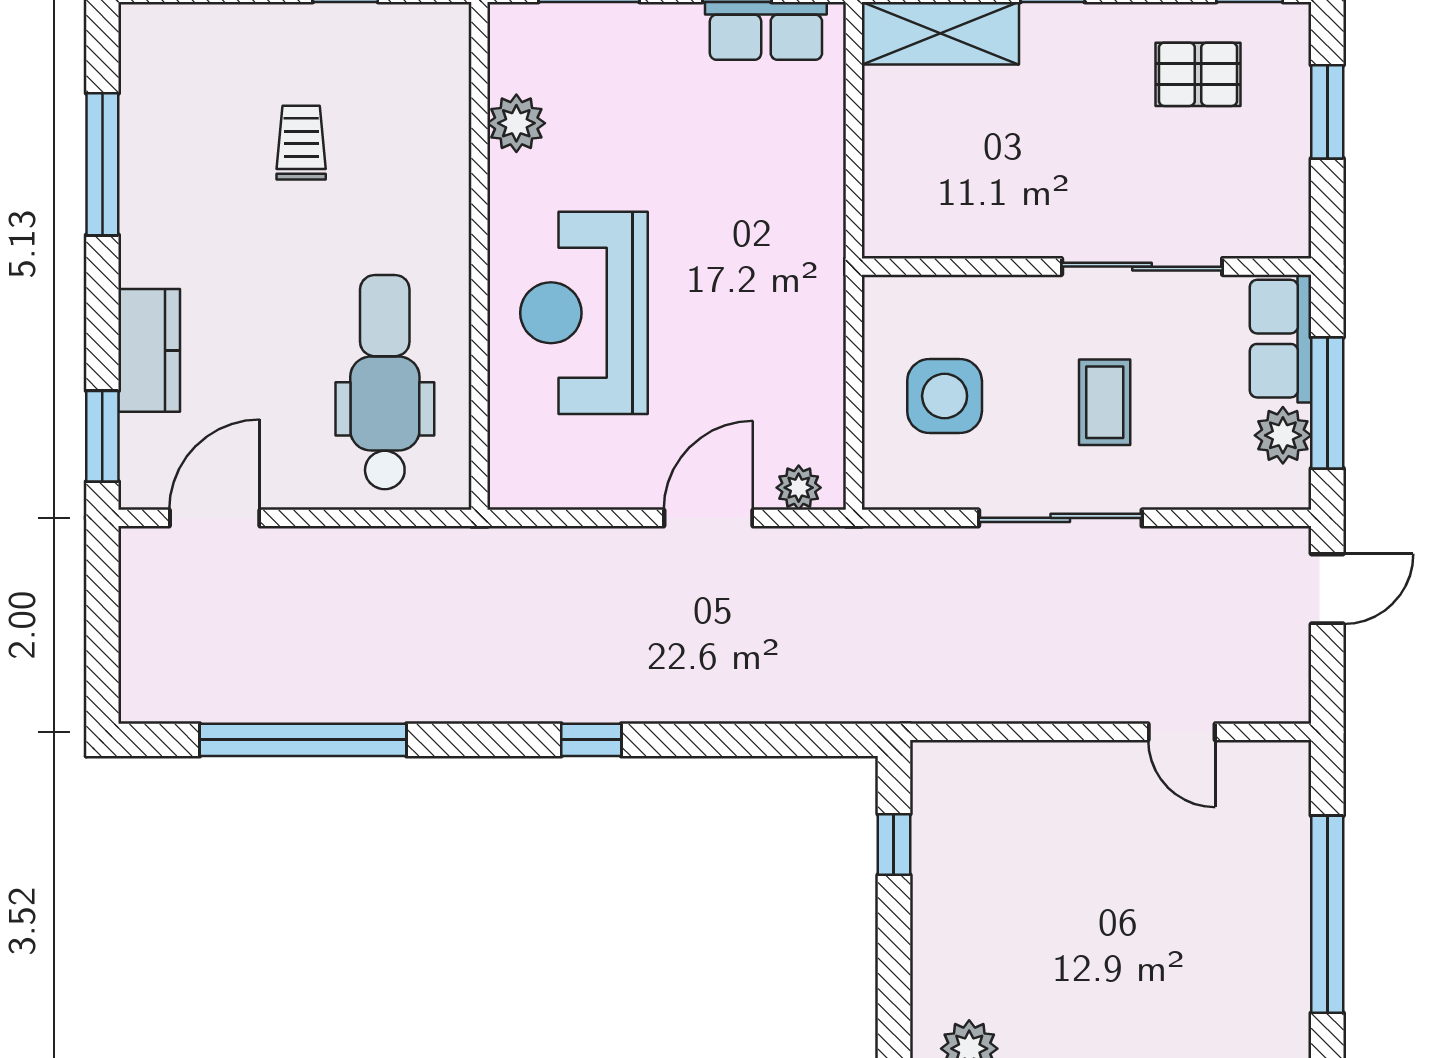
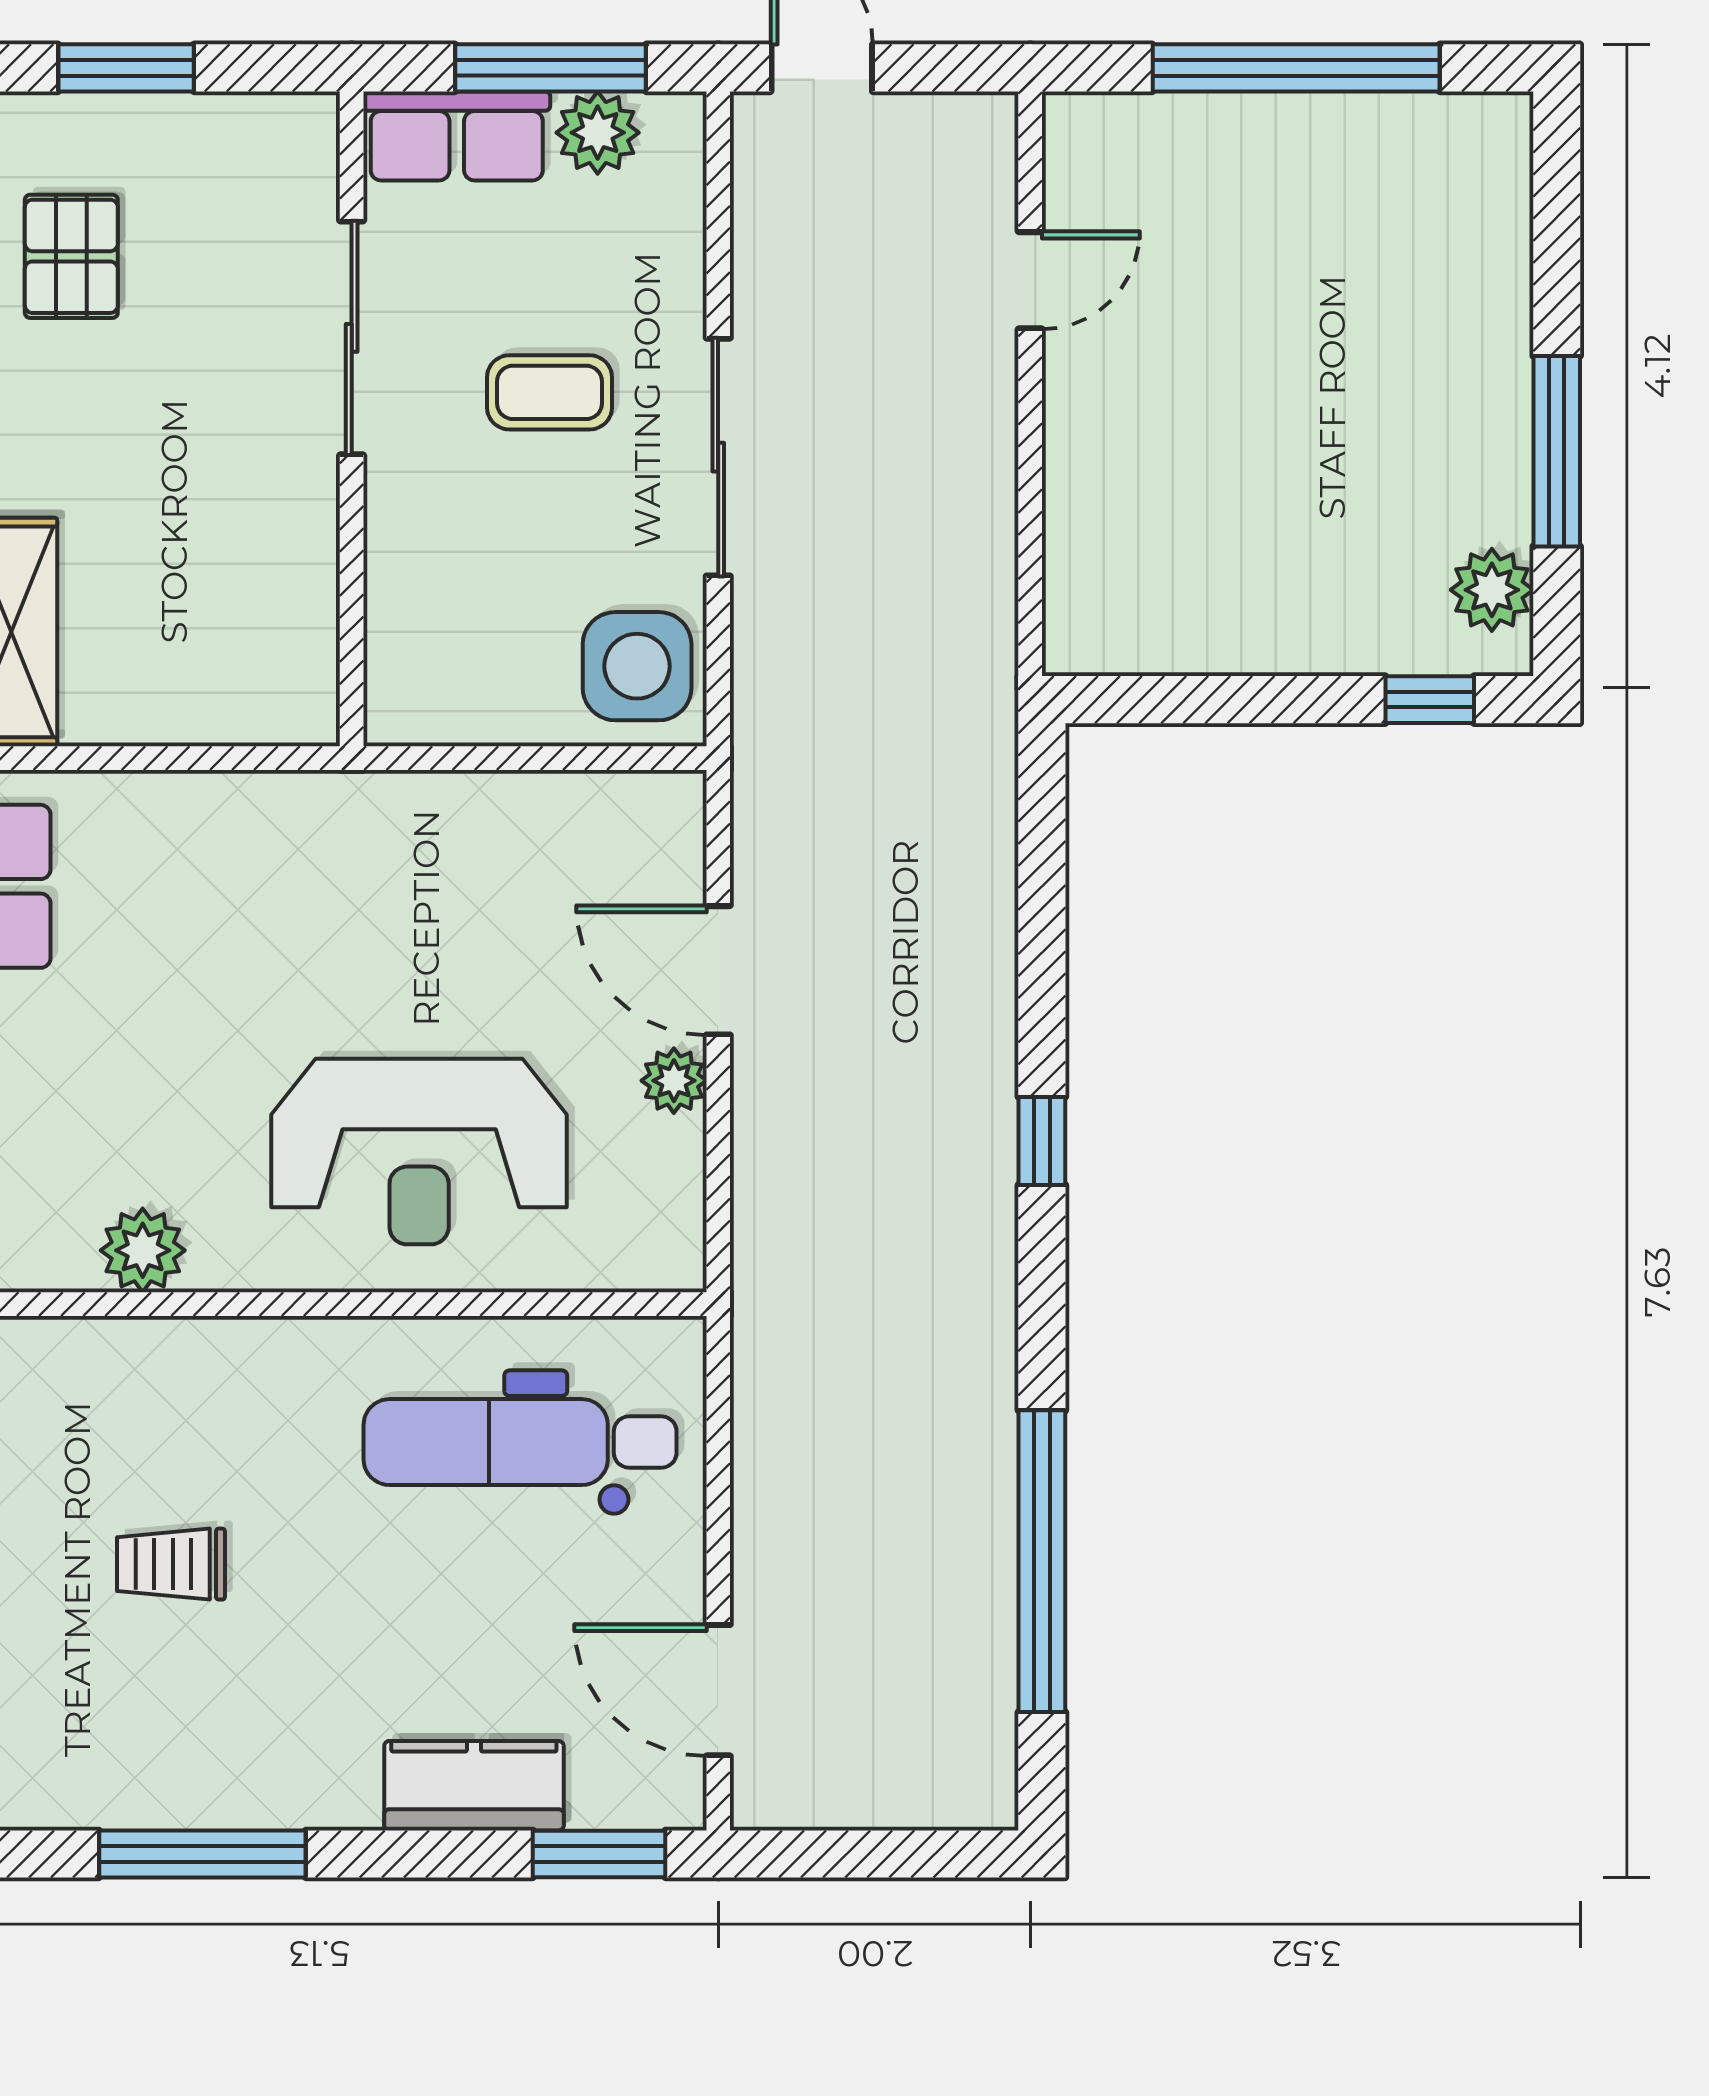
side table: (945, 396) -> (637, 666), moved
plant: (799, 488) -> (674, 1081), moved
window: (894, 844) -> (1430, 700), moved

